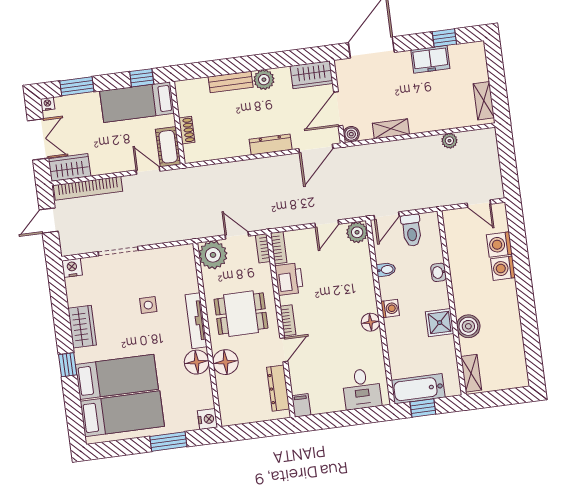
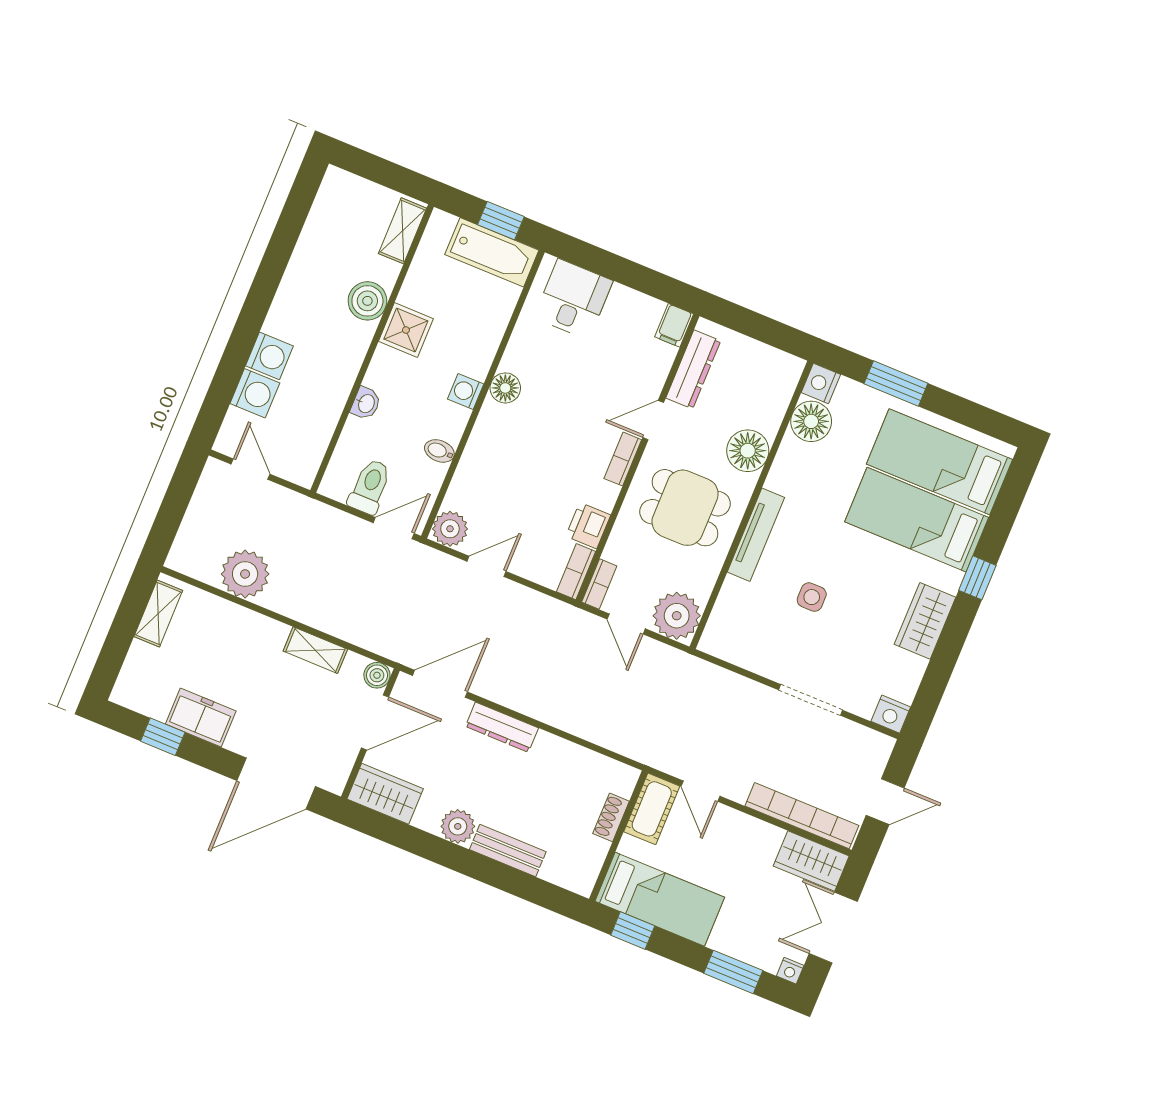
plant: (449, 141) -> (245, 574), width x1.87, depth x1.87
printer: (289, 279) -> (588, 525), width x0.73, depth x0.81
floor lamp: (197, 362) -> (811, 421), moved

